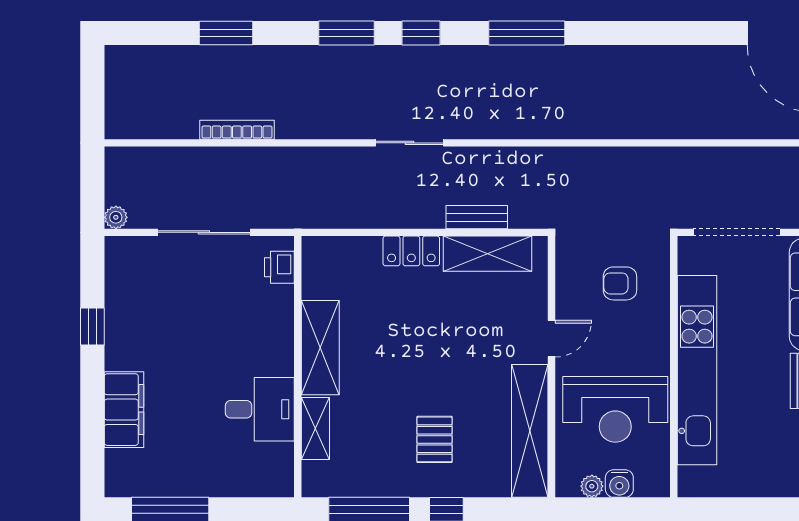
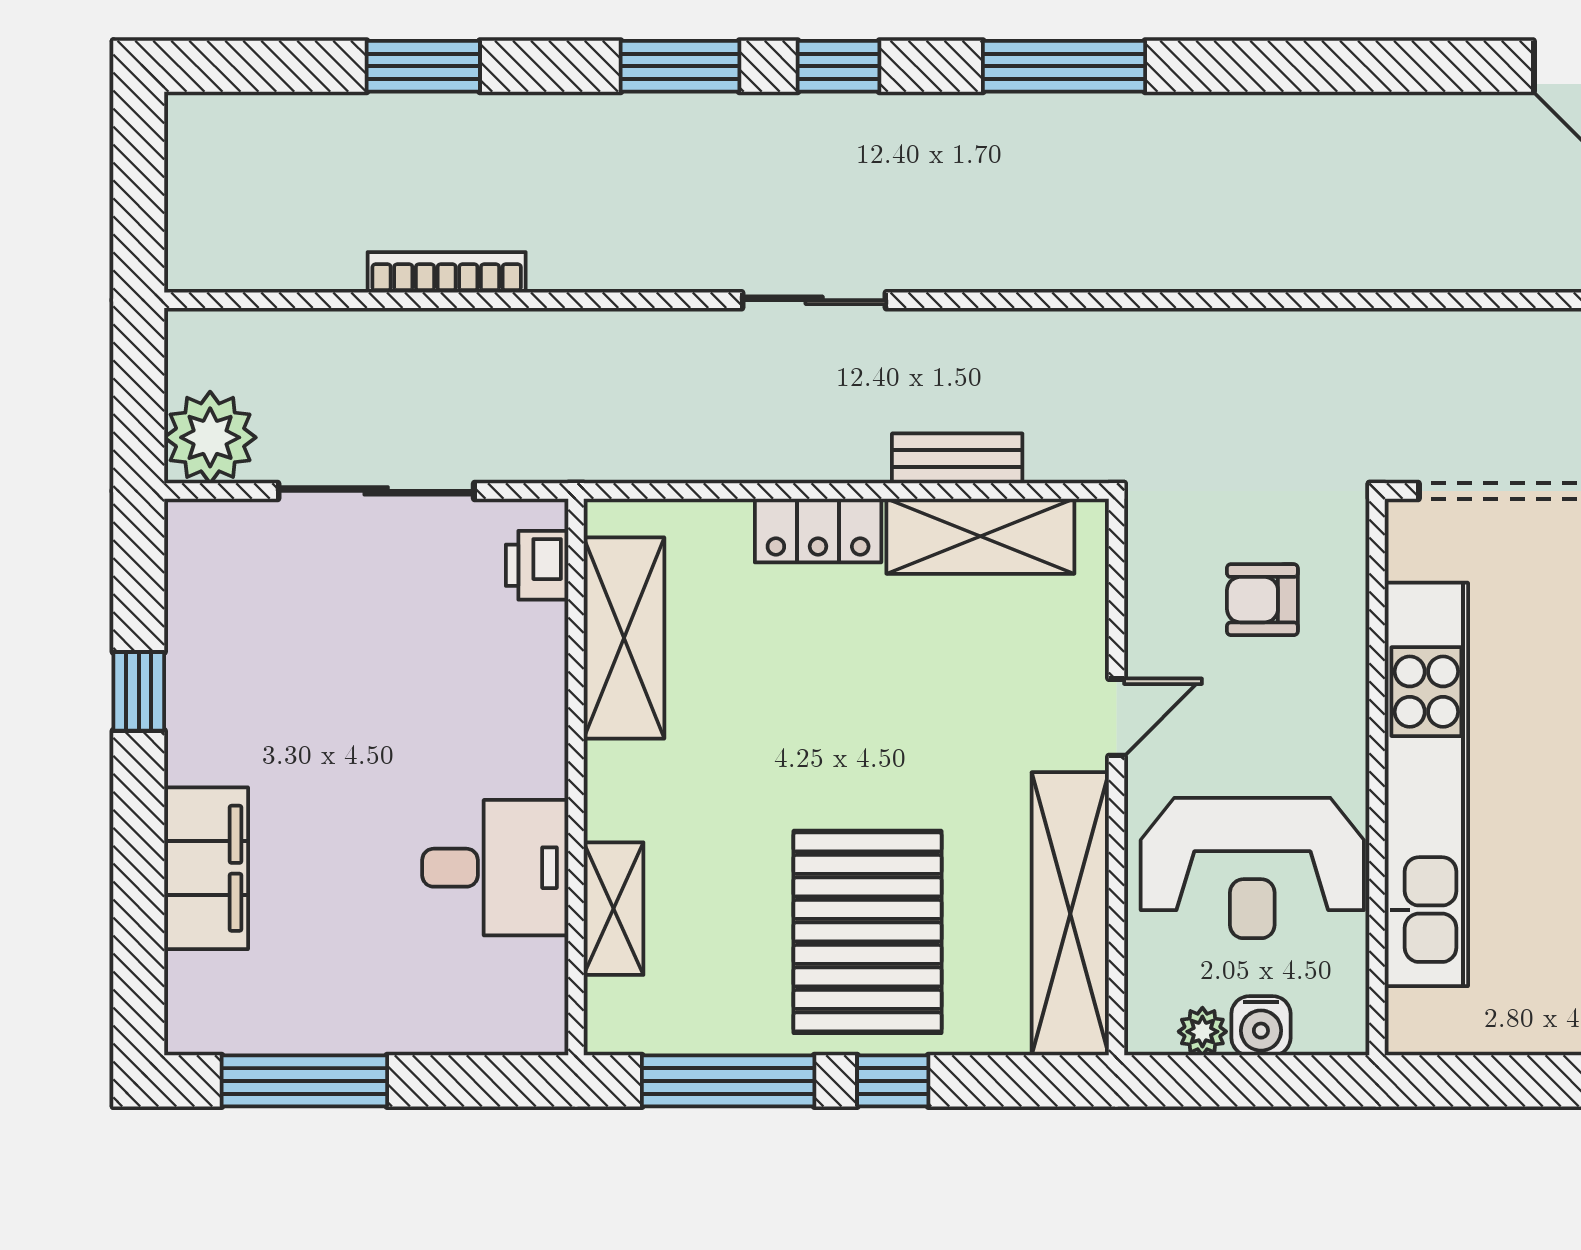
plant: (116, 217) -> (210, 437), width x1.88, depth x1.88
shelving: (320, 348) -> (624, 638), moved
pallet: (435, 439) -> (867, 932), width x2.05, depth x2.00

